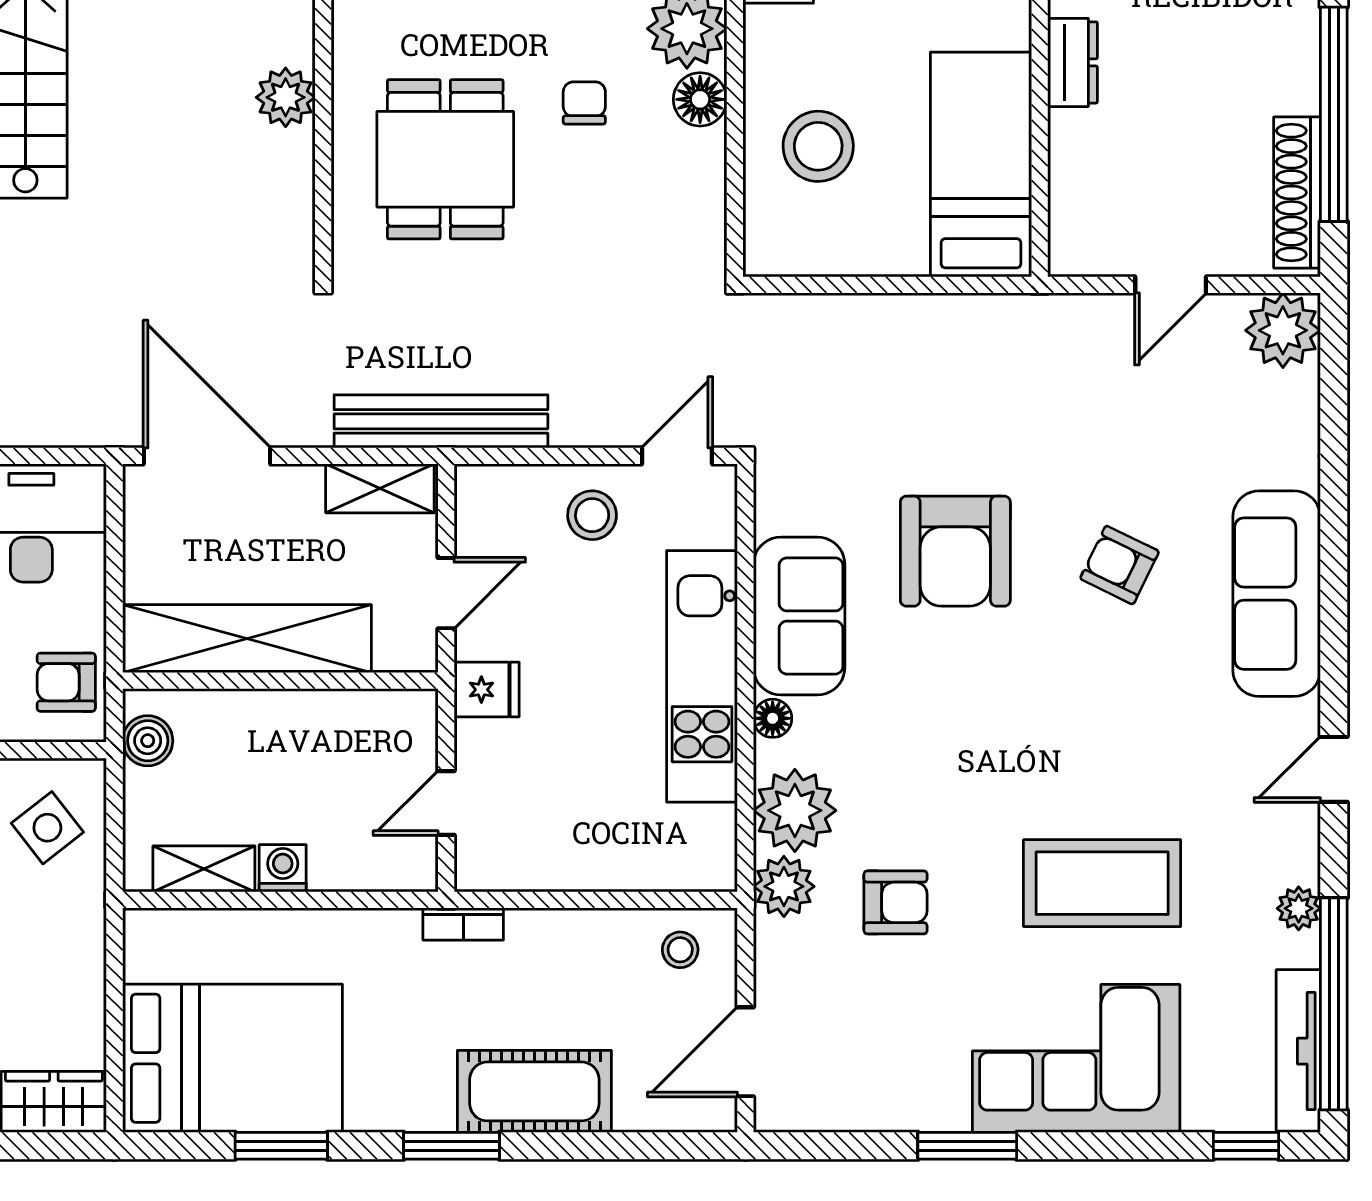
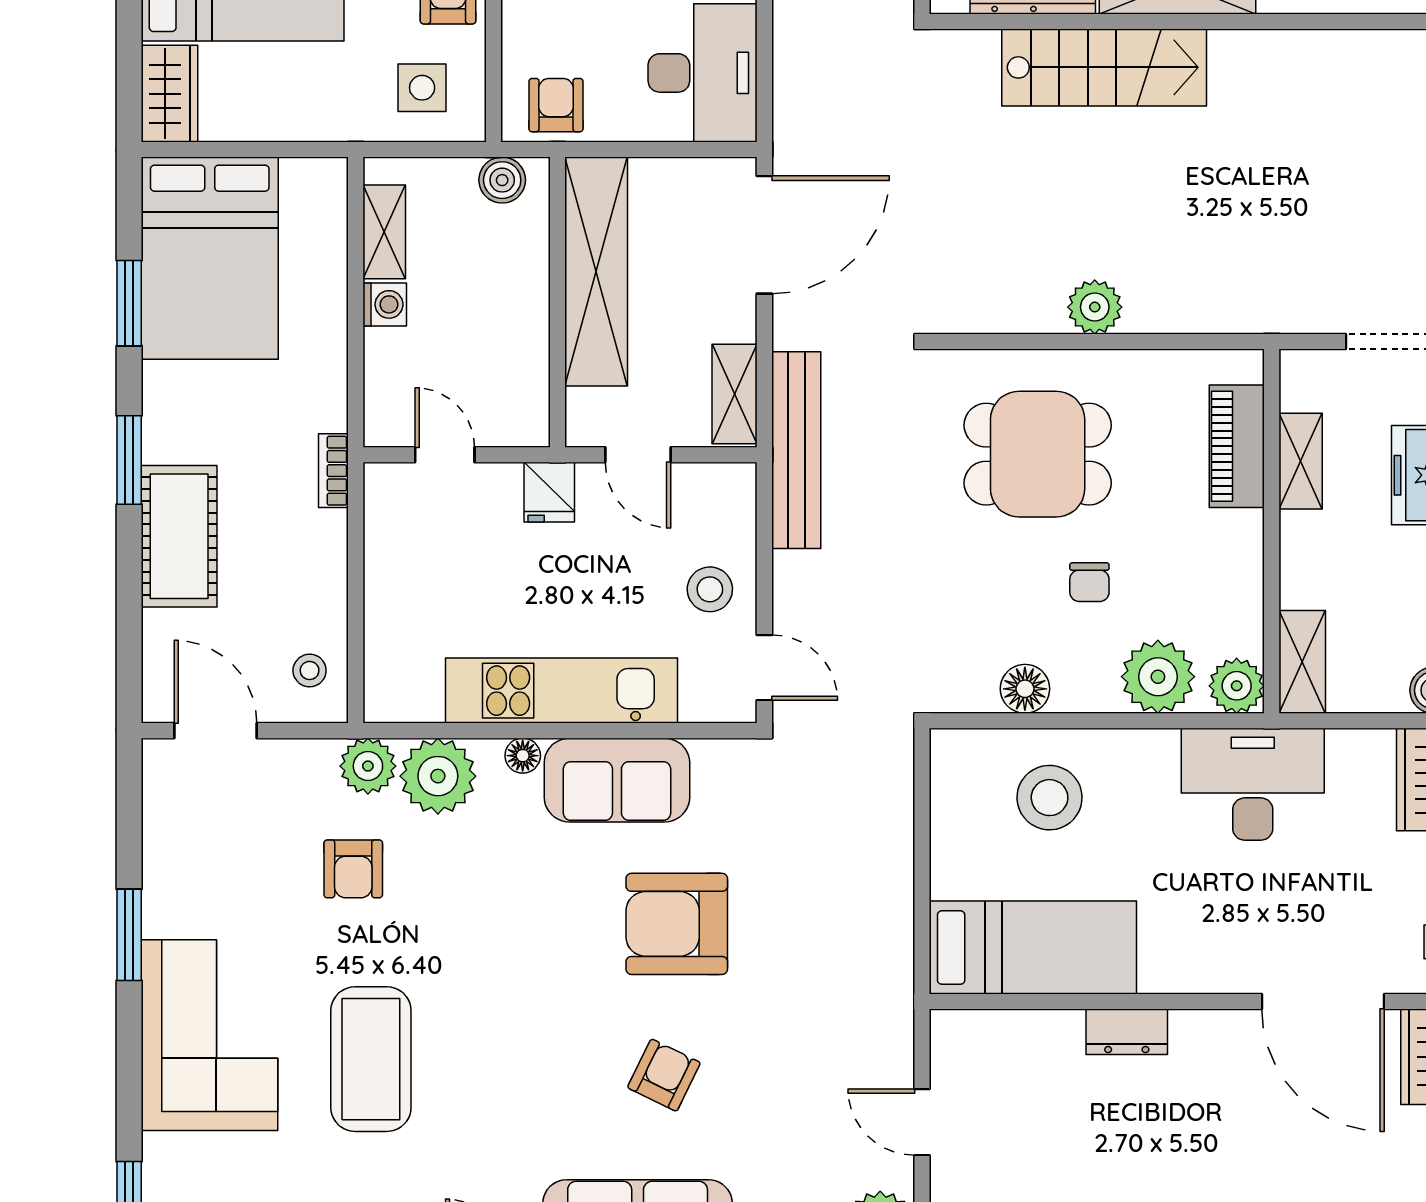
floor lamp: (700, 99) -> (1025, 689), moved
chair: (584, 103) -> (1089, 582), turned 90
side table: (47, 828) -> (422, 88), turned 38

